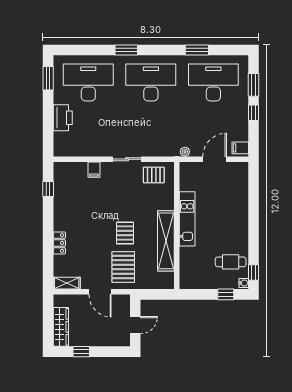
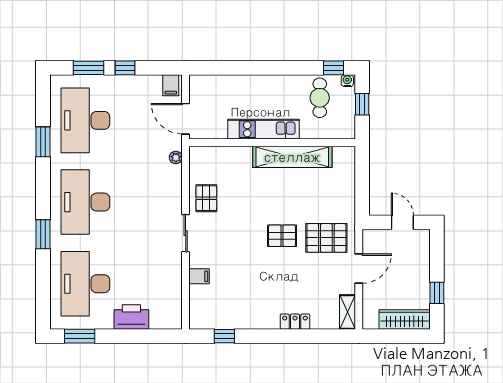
kitchen unit: (187, 219) -> (264, 129), moved
wall: (177, 225) -> (272, 143), moved
shelving: (166, 241) -> (292, 157), moved

